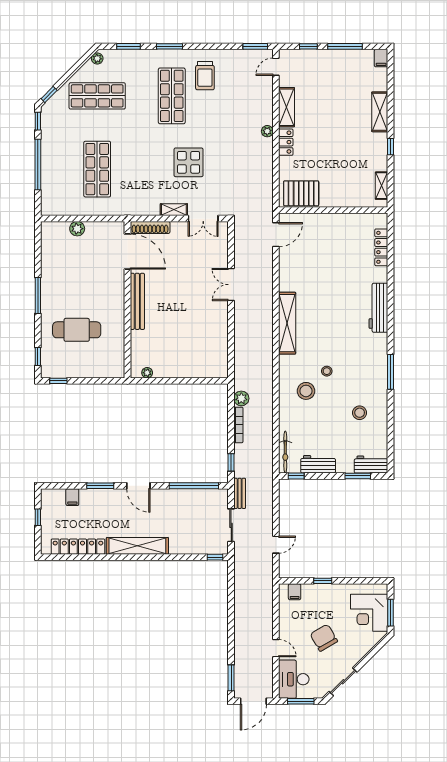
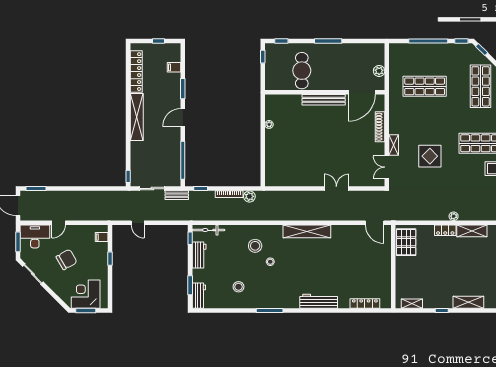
door: (127, 251) -> (362, 92), moved
wall: (127, 300) -> (325, 92), moved
bench: (137, 301) -> (324, 100), moved

